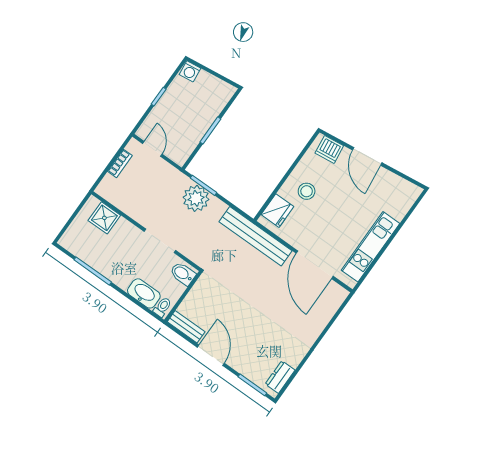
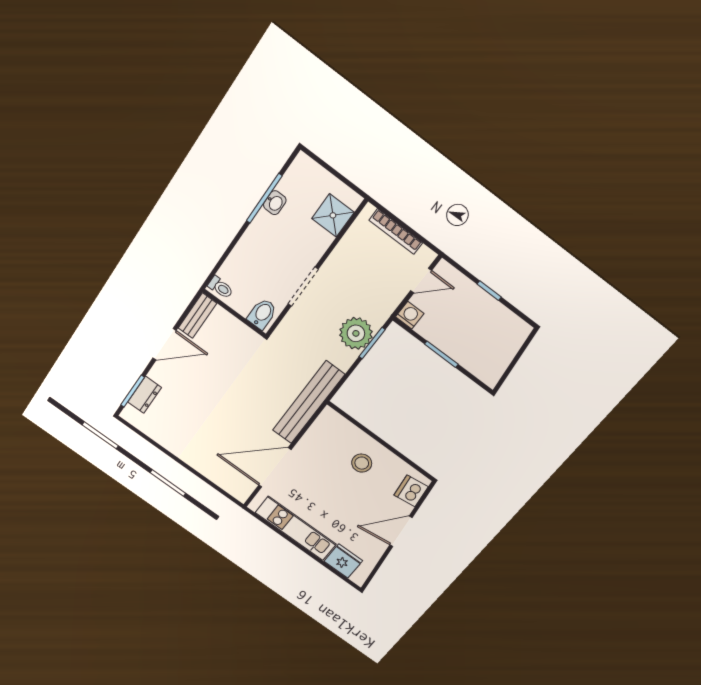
washing machine: (190, 71) -> (410, 315), moved, turned 97
bookcase: (120, 163) -> (396, 232), width x1.56
fridge: (277, 211) -> (343, 561), moved, turned 180
washbasin: (144, 293) -> (275, 203), moved, width x0.52, depth x0.69
dresser: (280, 377) -> (145, 395), moved, turned 90

